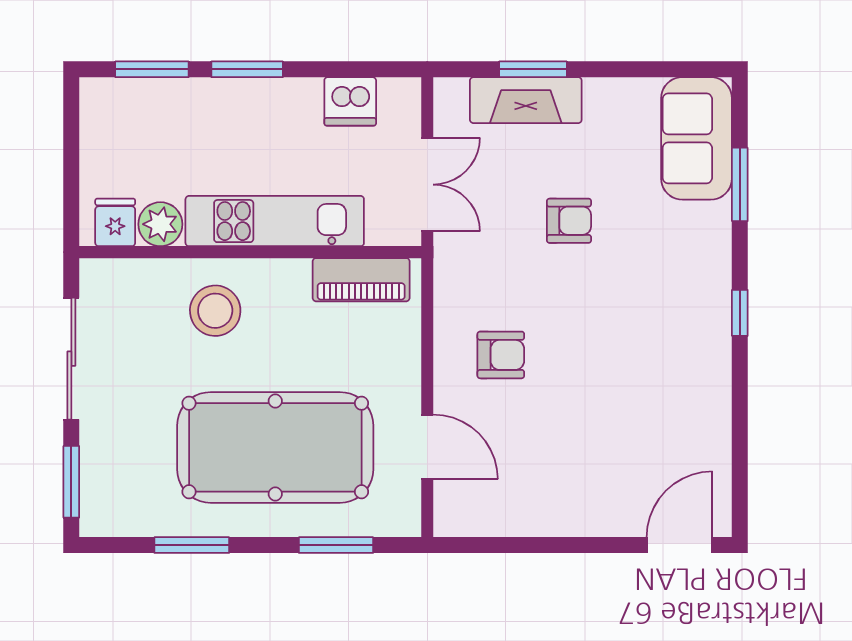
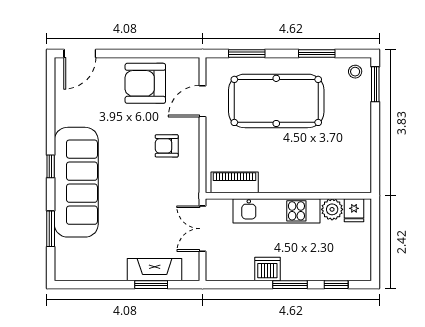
window: (152, 69) -> (336, 285), width x0.67
dishwasher: (350, 101) -> (267, 269), moved
sofa: (697, 138) -> (76, 182), moved, width x1.85, depth x1.27
armchair: (569, 221) -> (145, 83), moved, width x1.88, depth x1.88
stool: (215, 311) -> (355, 72), moved, width x0.53, depth x0.53
sliding door: (71, 359) -> (375, 144), removed
door: (427, 447) -> (202, 101), hinge flipped

